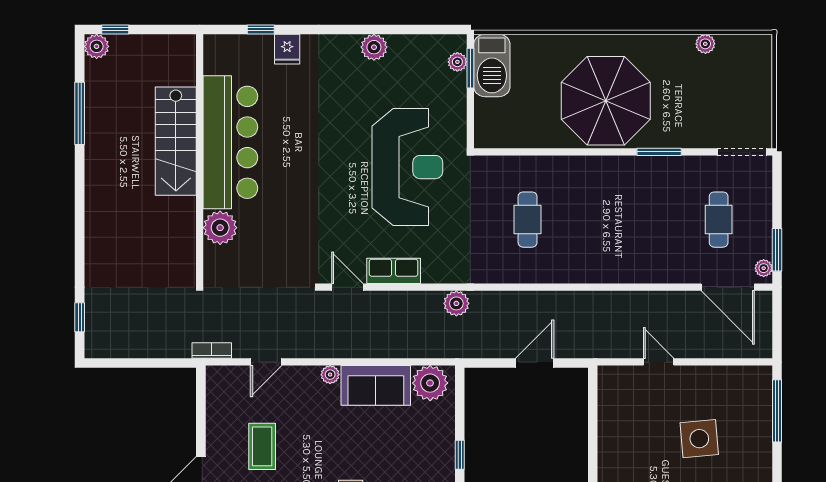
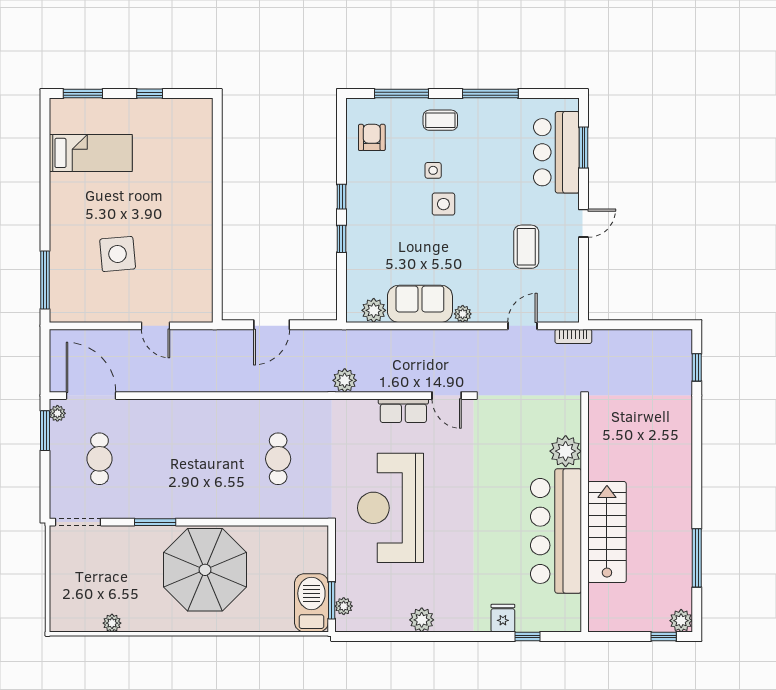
plant: (430, 383) -> (374, 310), width x0.73, depth x0.73

